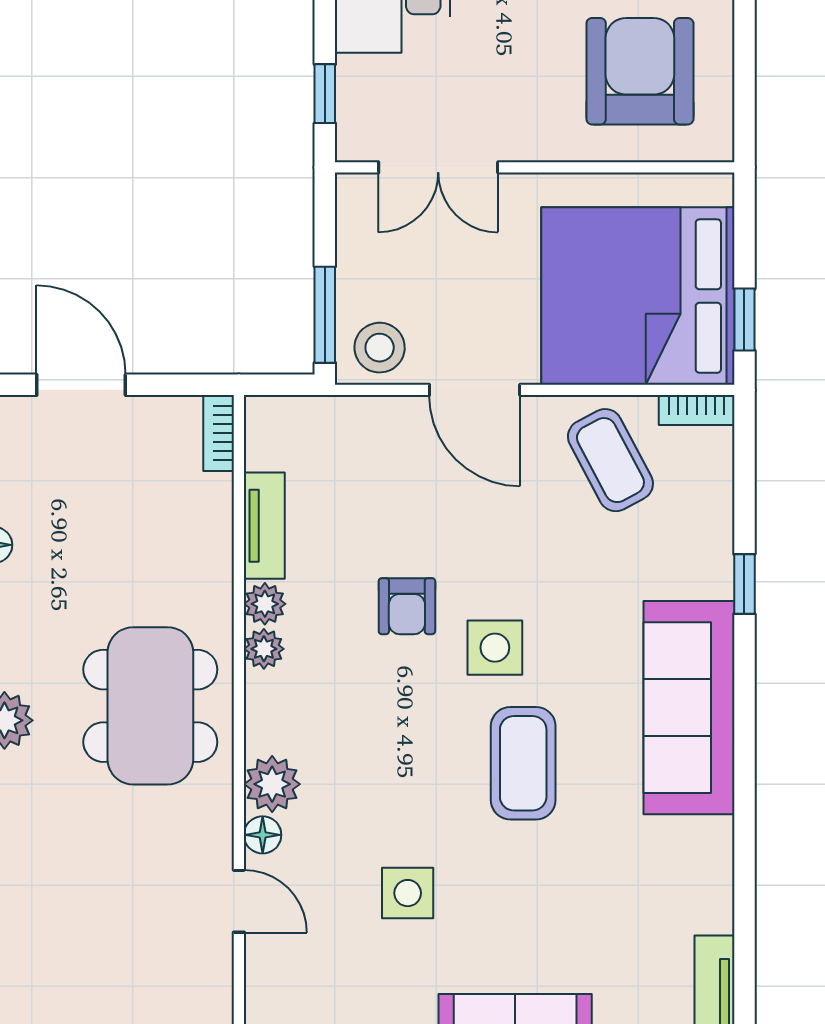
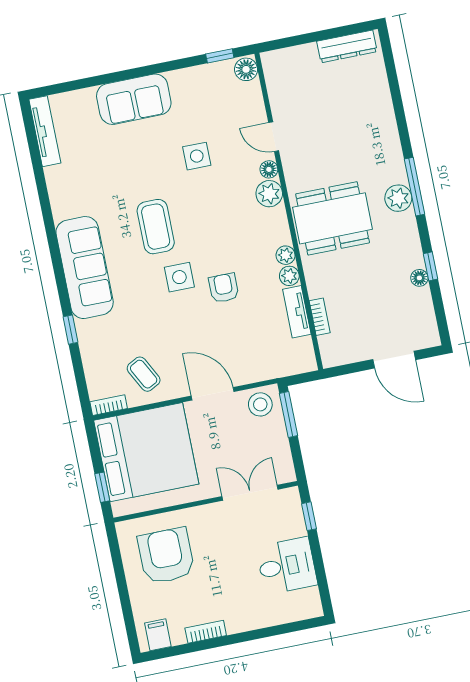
armchair: (640, 71) -> (166, 556), turned 180
window: (744, 320) -> (102, 487), moved
bookcase: (219, 433) -> (320, 317), moved
coffee table: (610, 460) -> (144, 374), width x0.73, depth x0.77
dining table: (150, 706) -> (333, 218), turned 90

